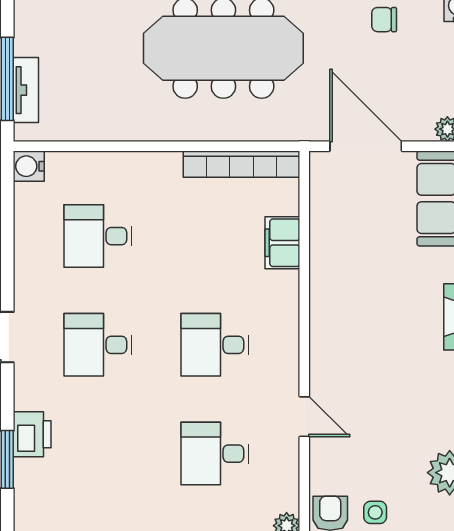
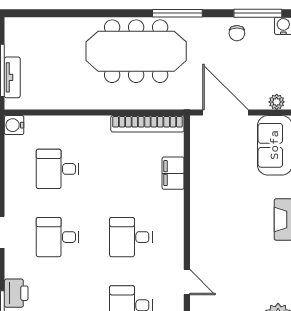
chair: (384, 20) -> (237, 33), turned -90

